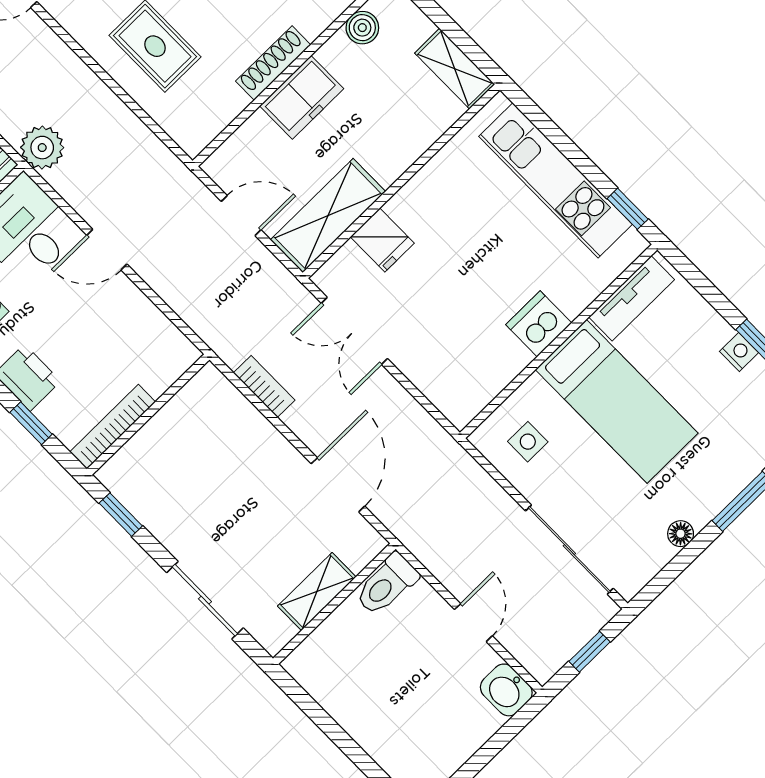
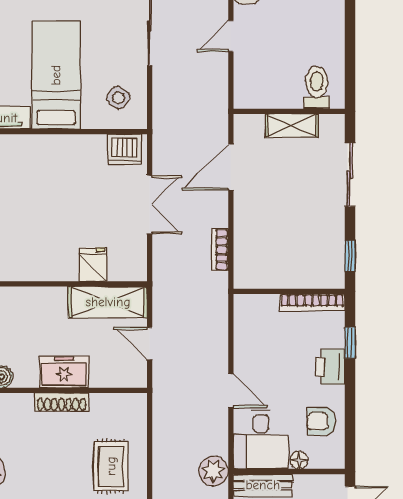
dishwasher: (539, 324) -> (124, 150), moved
double door: (354, 331) -> (150, 204), moved
side table: (528, 442) -> (118, 98), turned 35
toilet: (387, 584) -> (317, 87), moved, turned -90

